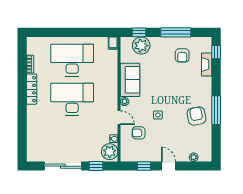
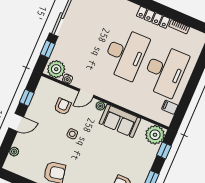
filing cabinet: (113, 43) -> (170, 107), moved
plant: (141, 46) -> (155, 135), moved

